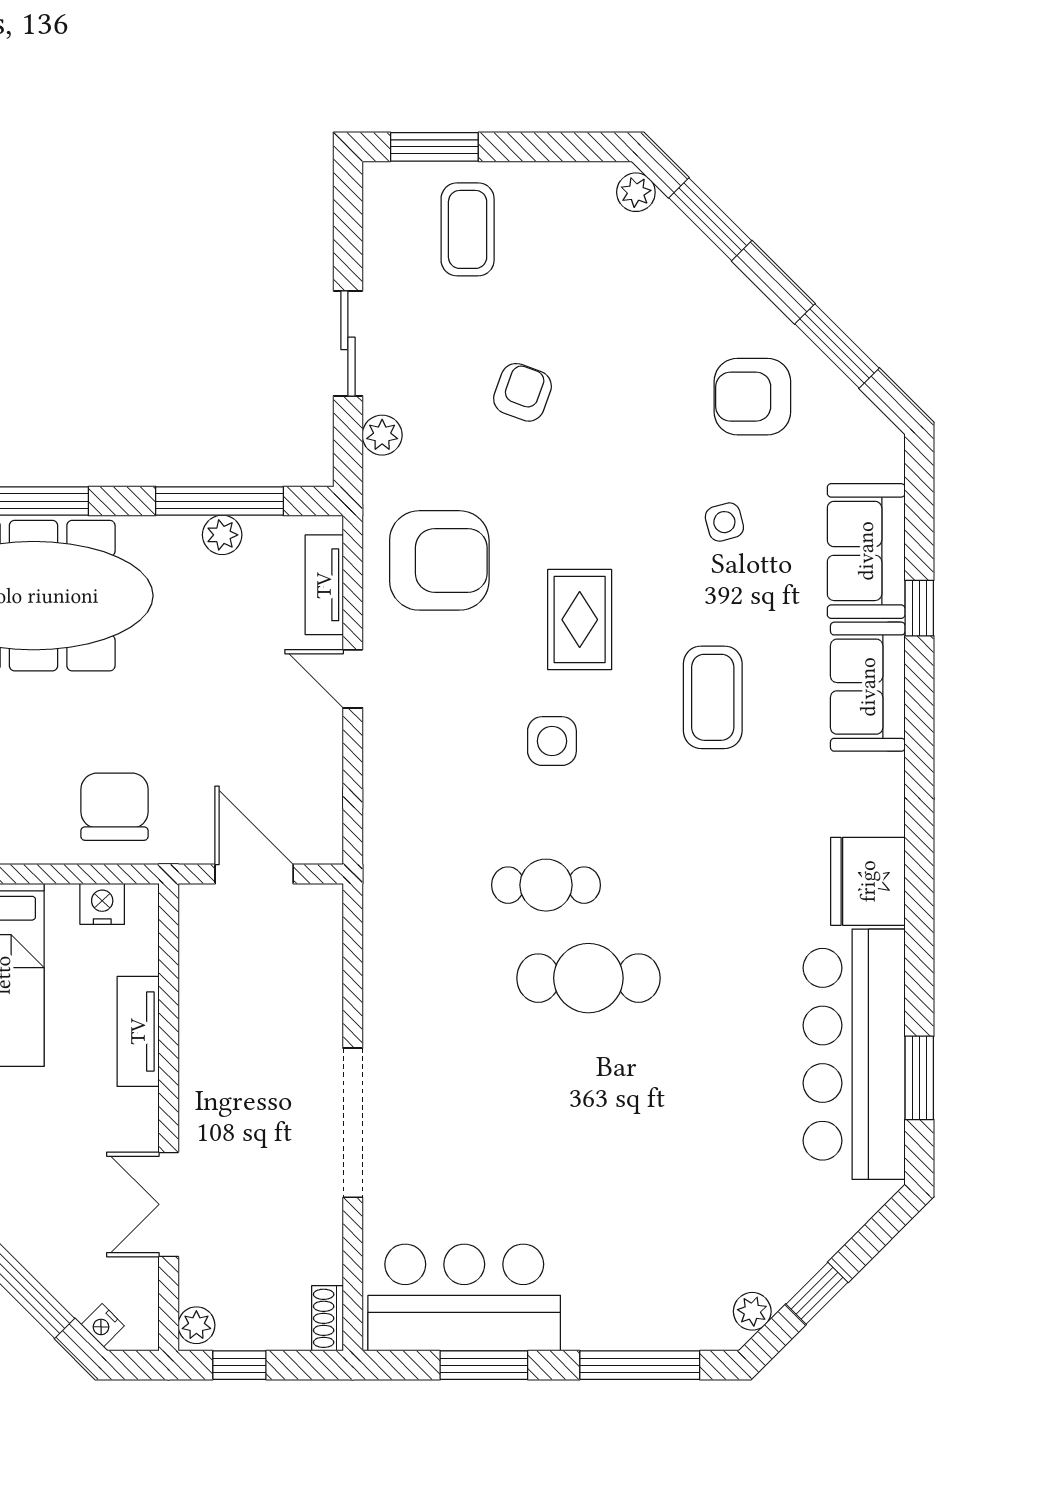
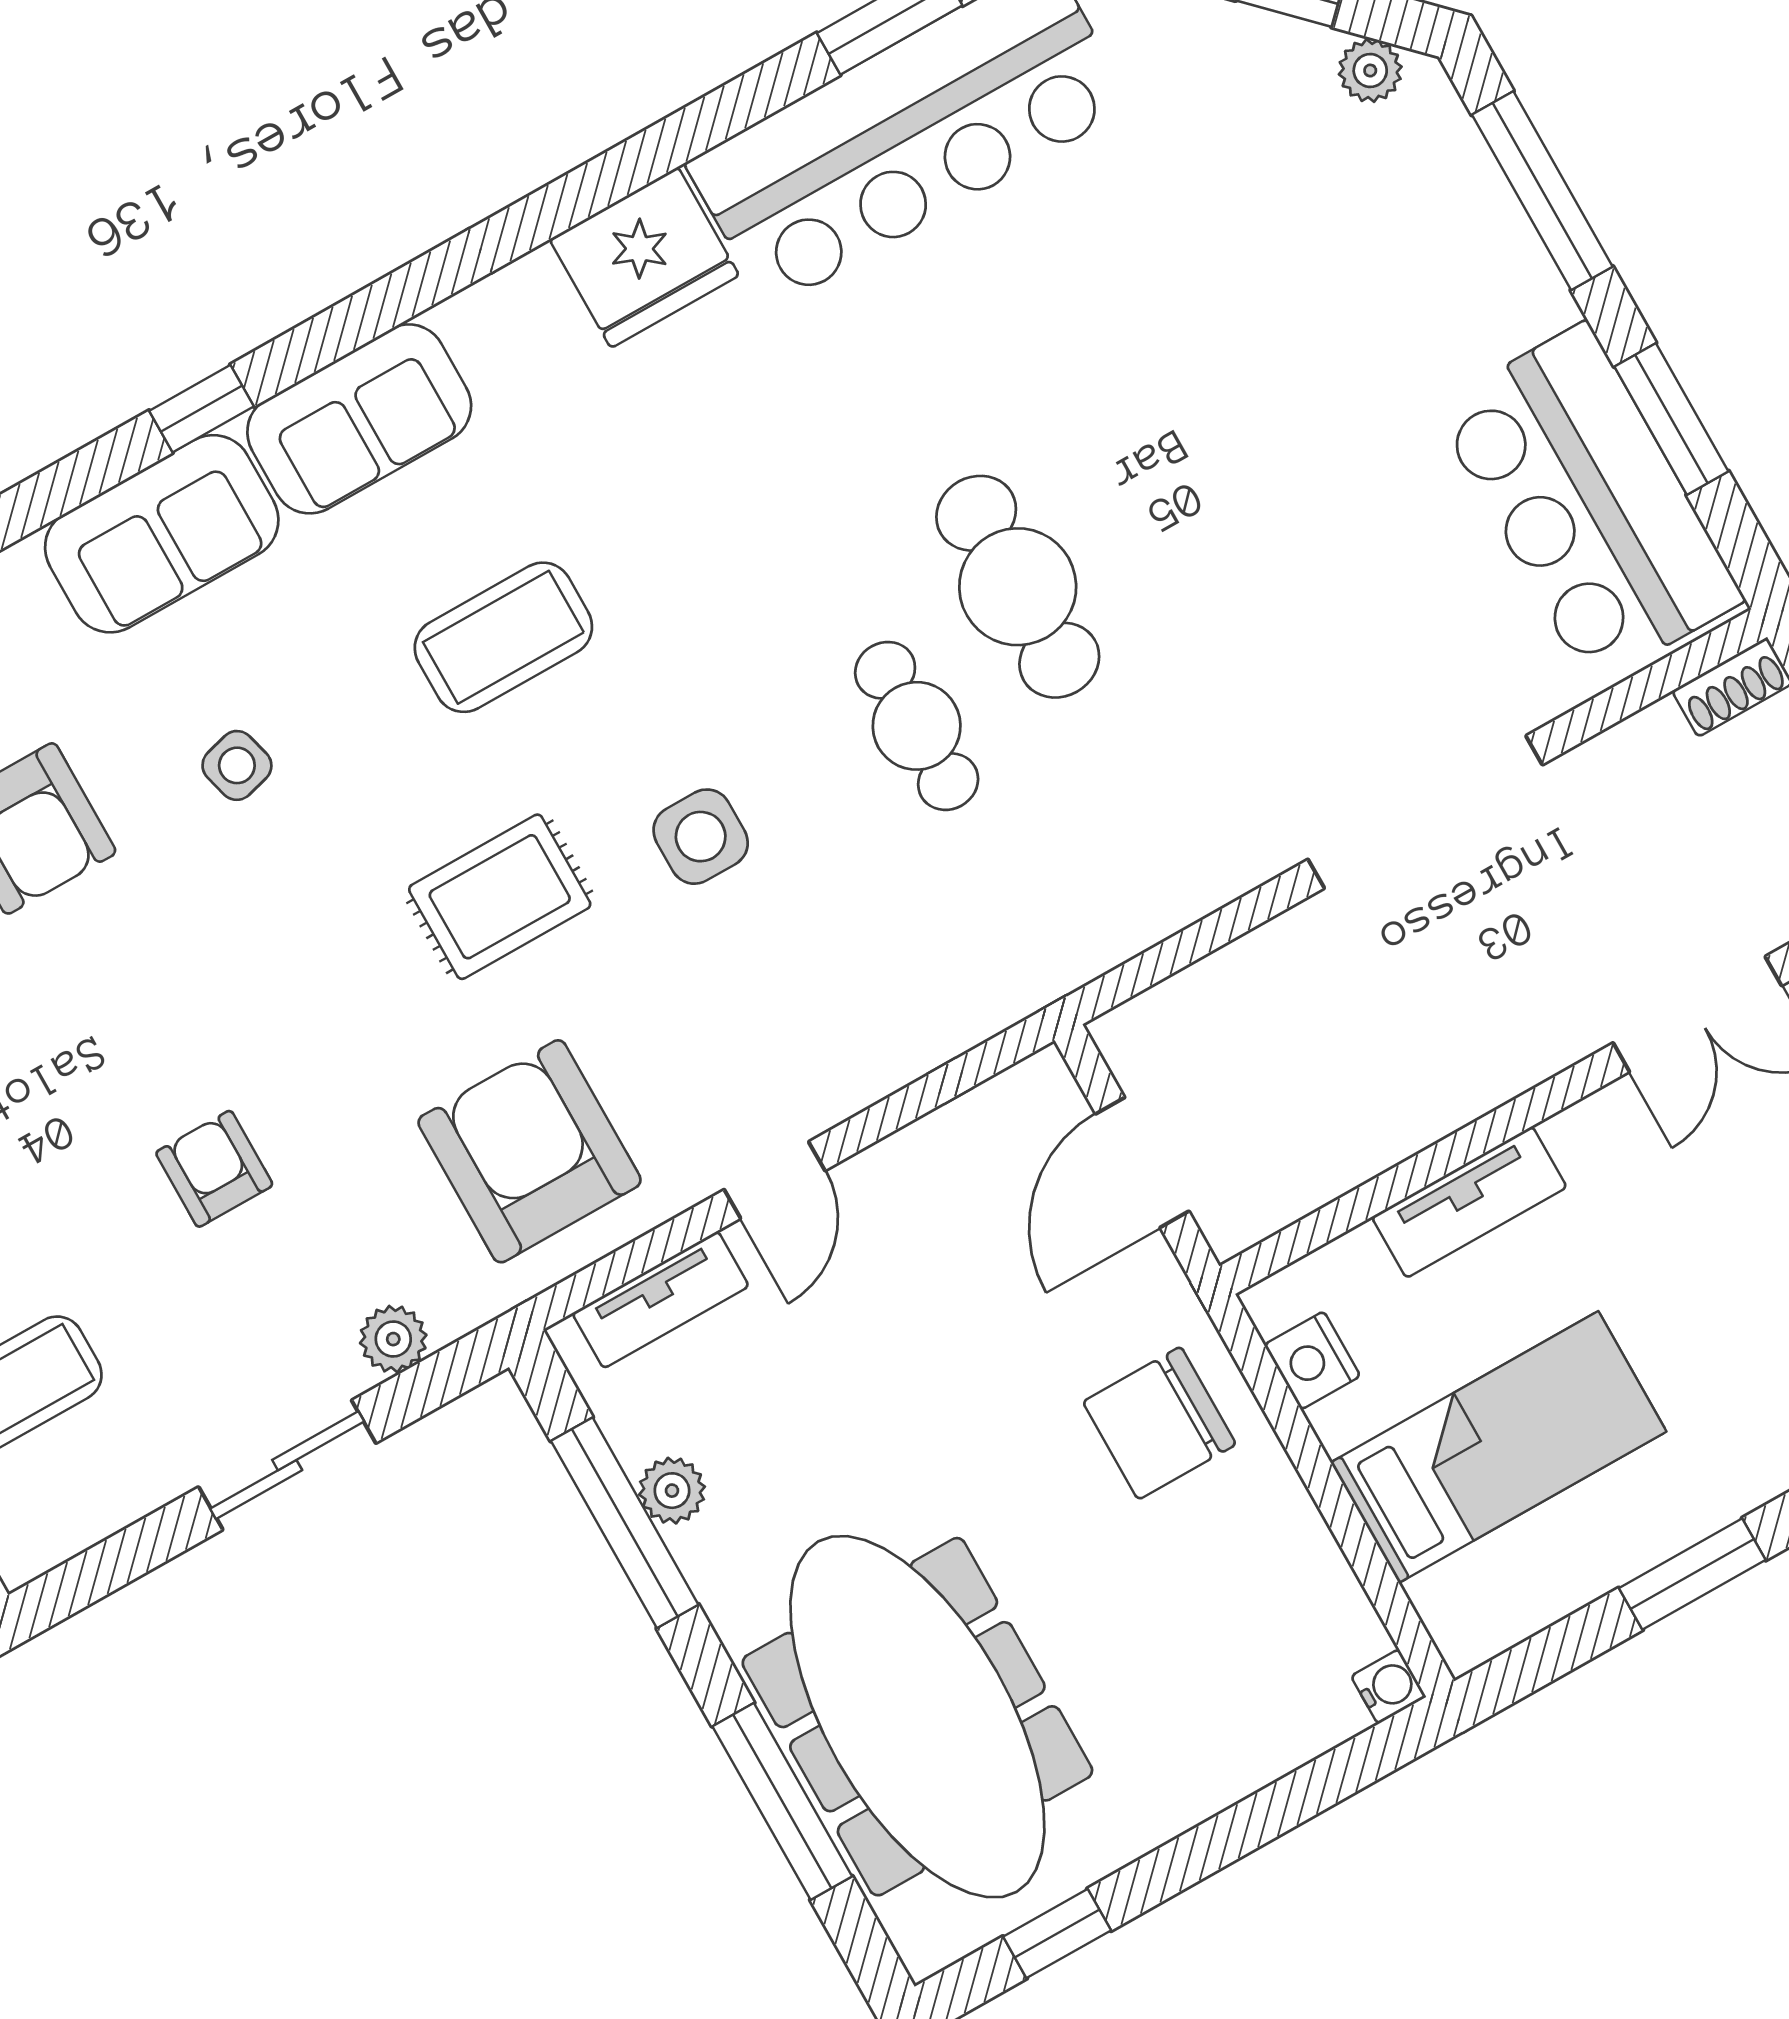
armchair: (522, 392) -> (214, 1169), turned 70

